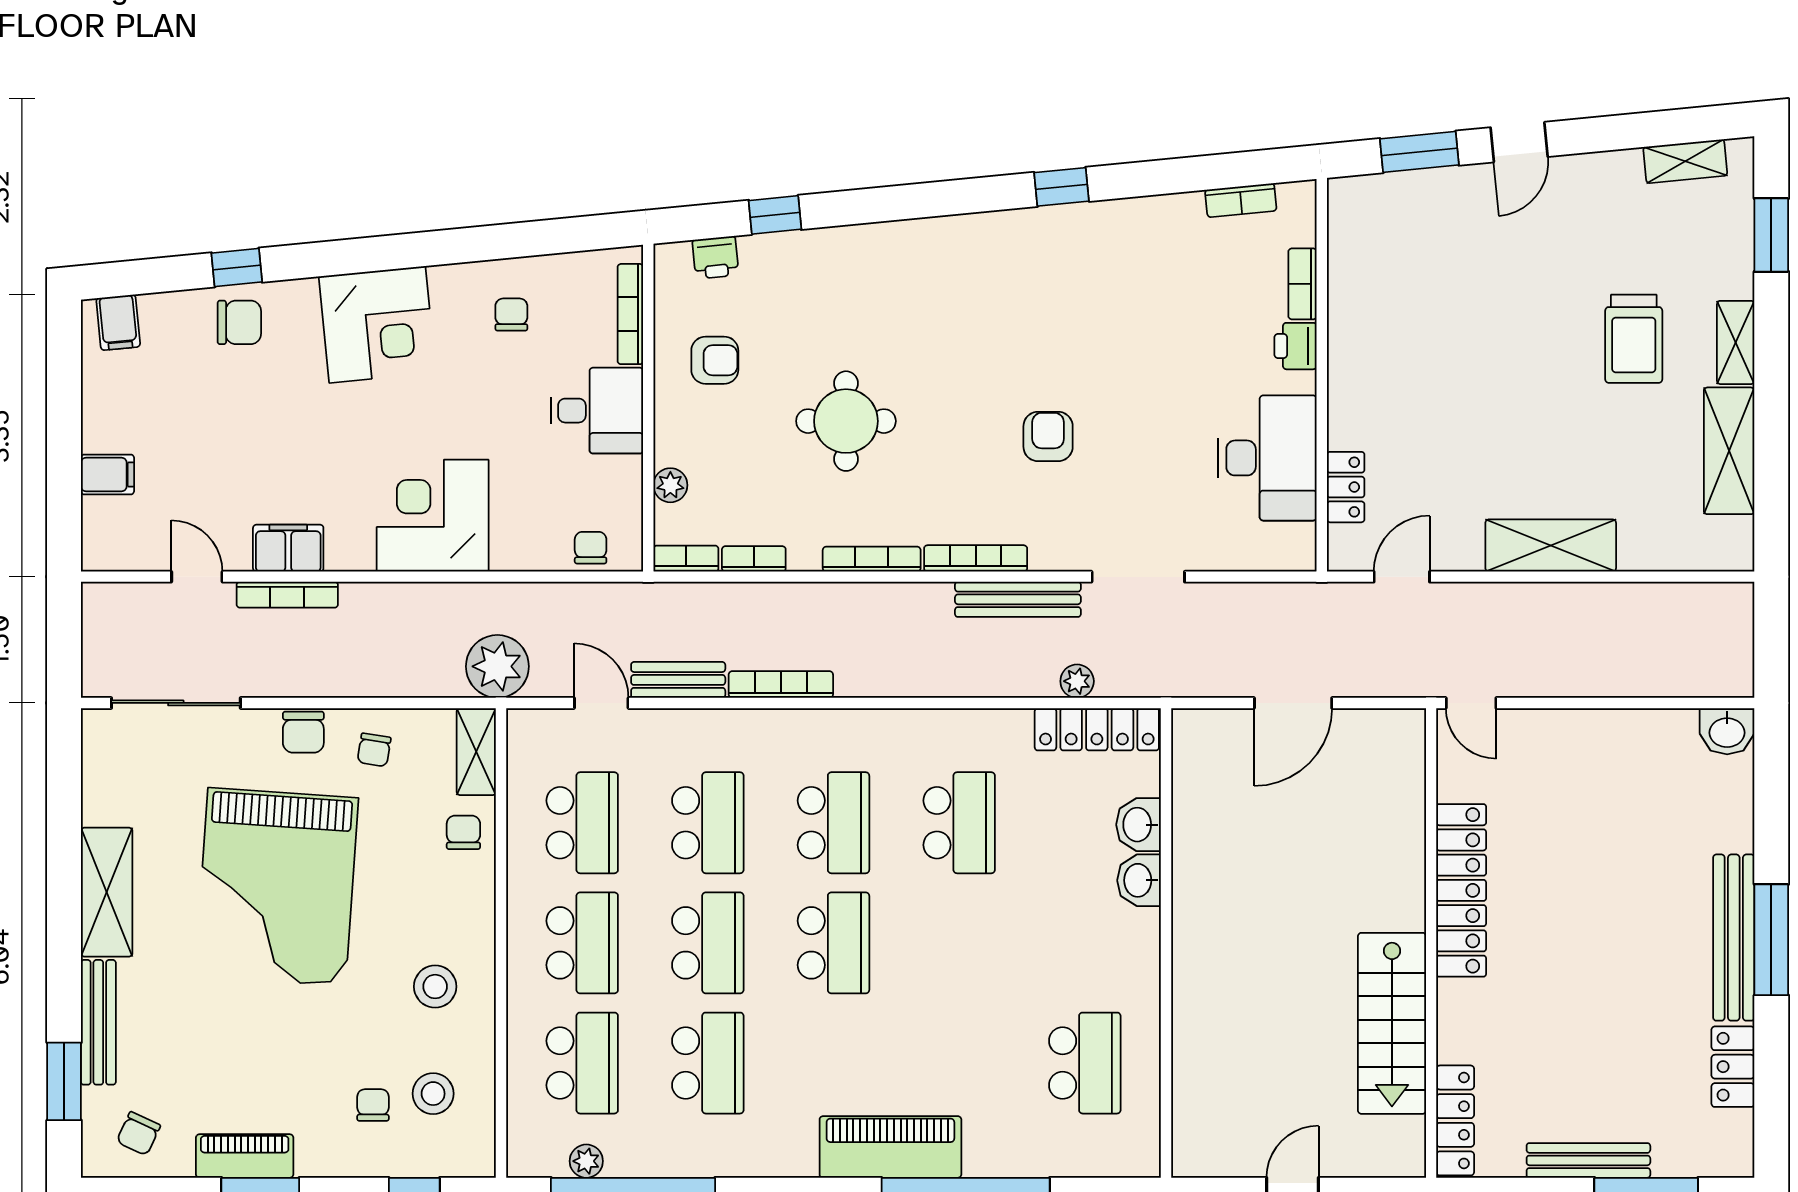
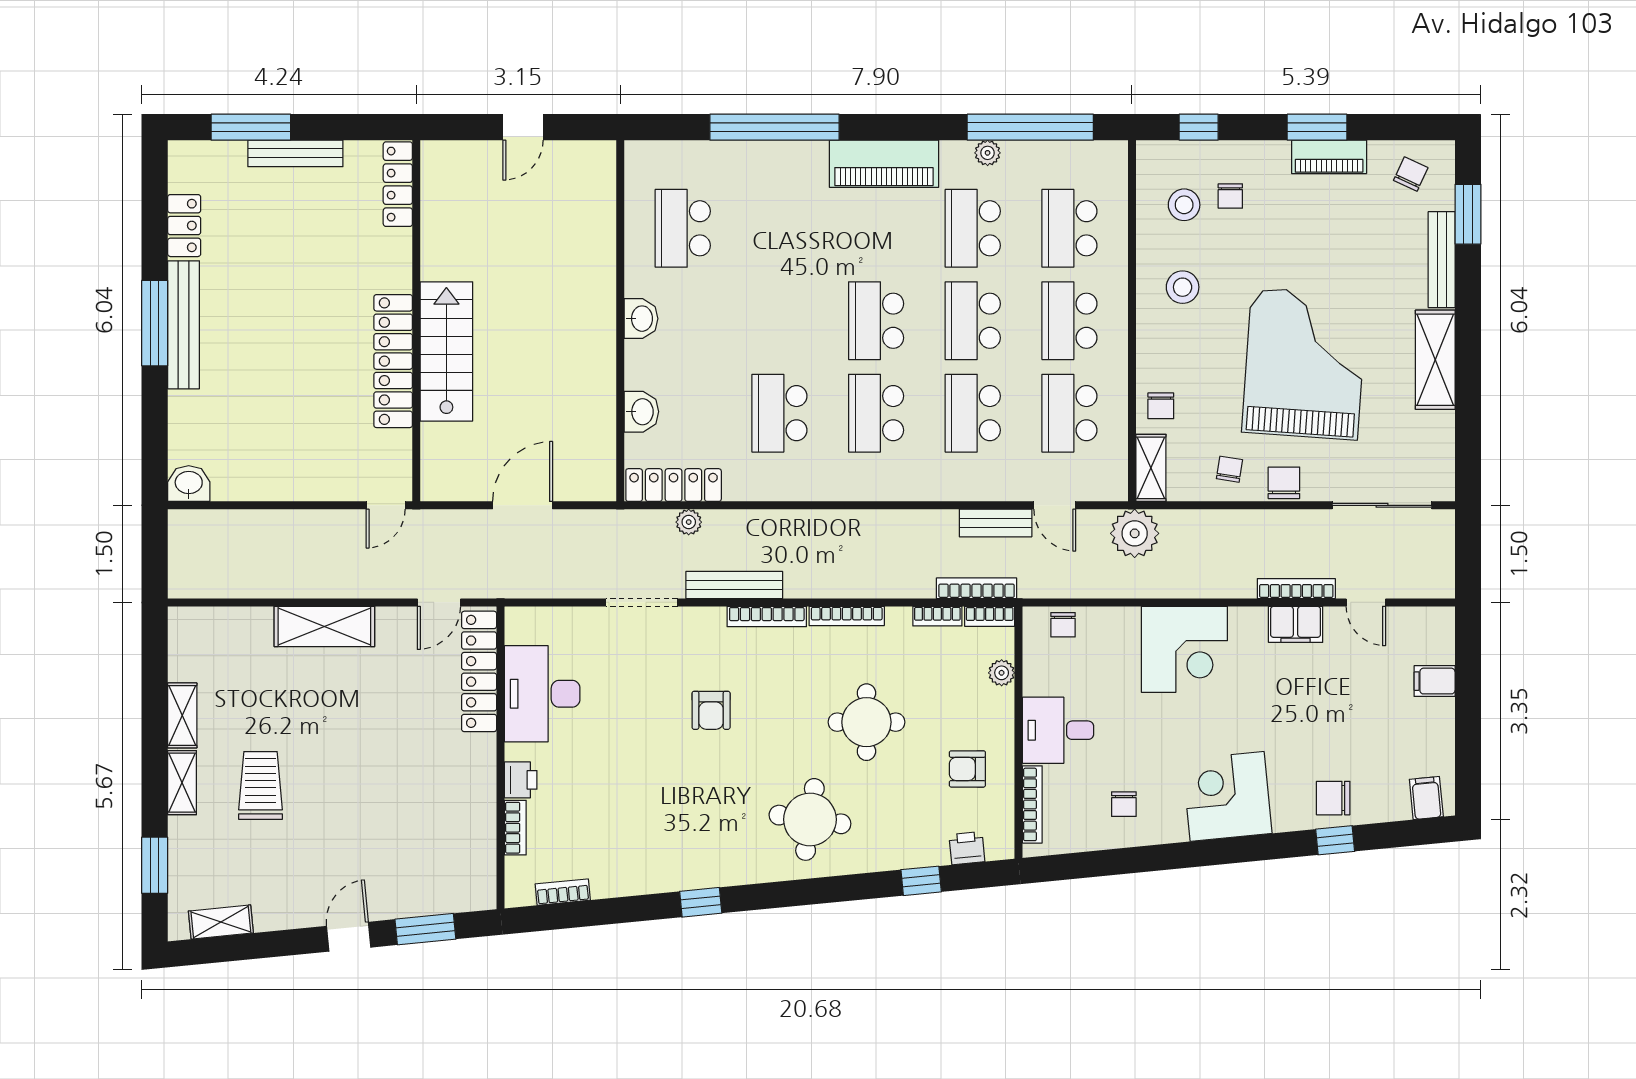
round table: (919, 295) -> (810, 819), added
shelving: (1729, 451) -> (182, 715), width x0.67, depth x0.75
locker: (1346, 487) -> (479, 671), width x2.16, depth x1.21
bookcase: (781, 685) -> (977, 588), moved, turned 180
door: (1471, 703) -> (386, 505), swing flipped
washbasin: (1139, 880) -> (641, 319), moved
stairs: (1392, 1023) -> (446, 351), moved
piano: (890, 1147) -> (884, 164), moved
plant: (586, 1161) -> (988, 153), moved

